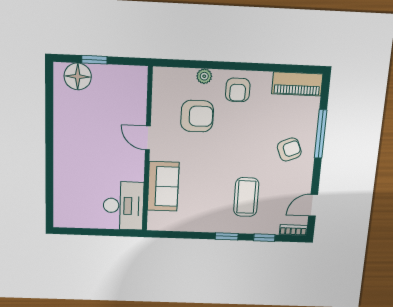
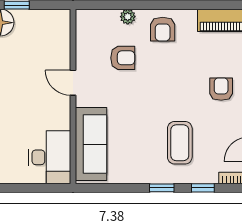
armchair: (197, 116) -> (123, 58), width x0.72, depth x0.72
armchair: (289, 149) -> (221, 89), turned -67
sofa: (163, 186) -> (91, 144), width x1.36

